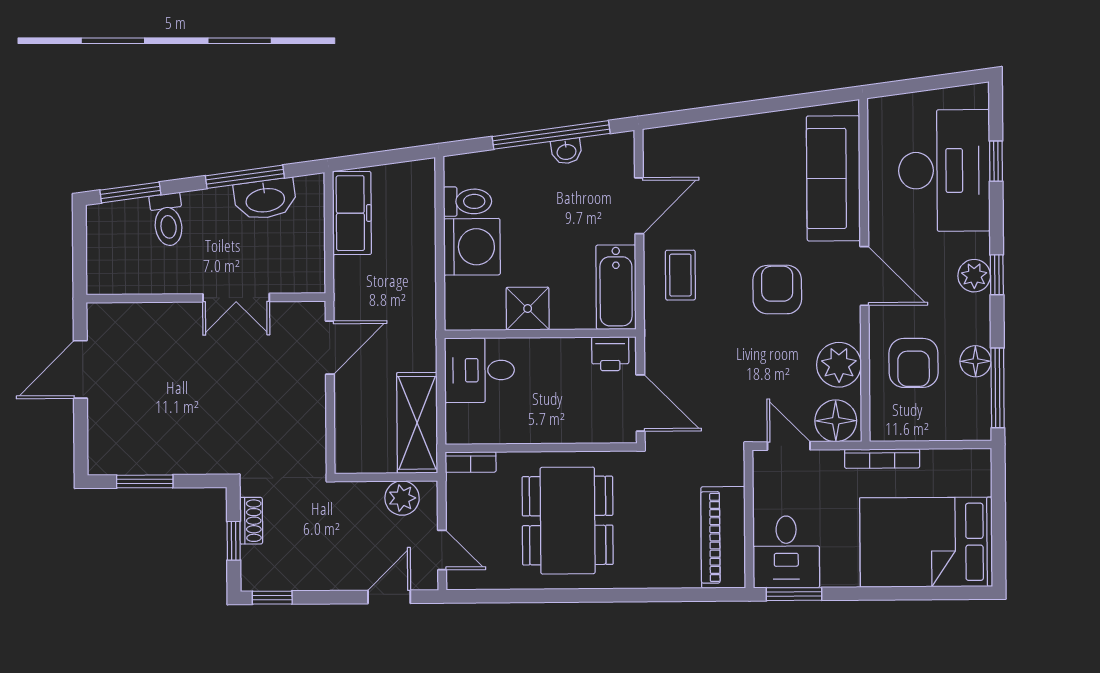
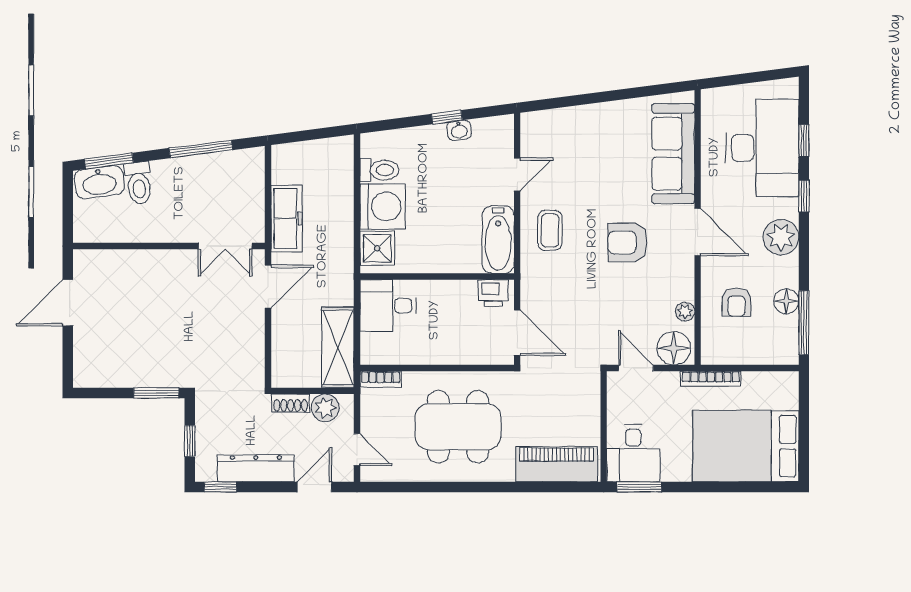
window: (551, 135) -> (447, 117), width x0.32
washbasin: (265, 199) -> (99, 182), moved
door: (639, 206) -> (517, 174), width x0.73
freezer: (352, 213) -> (287, 218), moved
window: (997, 275) -> (804, 196), moved
plant: (974, 276) -> (781, 237), width x1.36, depth x1.36
armchair: (777, 290) -> (628, 242), turned -90
double door: (236, 298) -> (225, 246), moved
shower: (528, 309) -> (377, 248), moved
armchair: (914, 363) -> (737, 302), width x0.72, depth x0.72
plant: (839, 365) -> (685, 312), width x0.53, depth x0.53
window: (145, 481) -> (156, 393), moved
shoe rack: (251, 521) -> (291, 403), moved, turned 90
dining table: (568, 521) -> (458, 427), turned 90
piano: (723, 537) -> (557, 464), moved, turned 90
dresser: (316, 574) -> (256, 468), added

